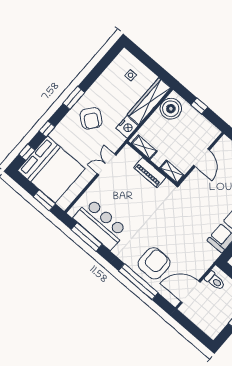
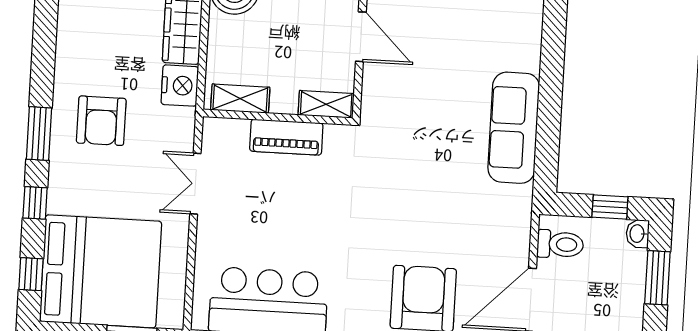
window: (74, 98) -> (39, 134), moved
armchair: (91, 118) -> (101, 121), turned 52

